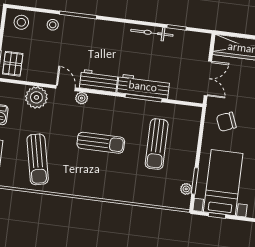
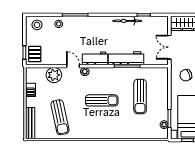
double door: (208, 78) -> (169, 47), swing flipped

